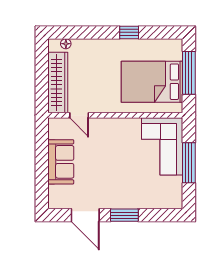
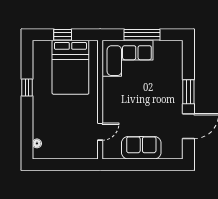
window: (189, 73) -> (63, 35), width x0.46
wardrobe: (58, 82) -> (71, 150), removed

